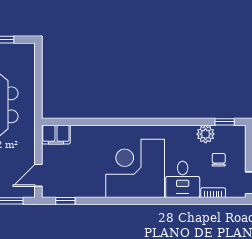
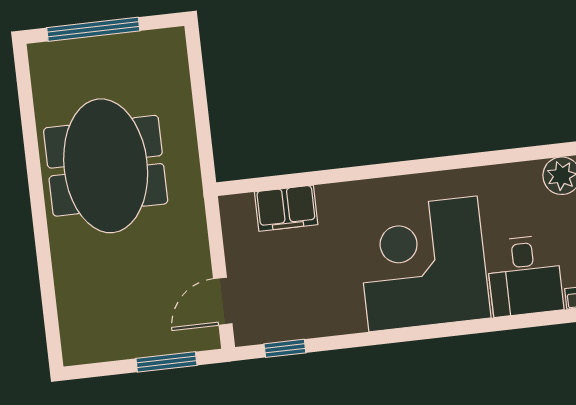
filing cabinet: (56, 135) -> (286, 208), moved

